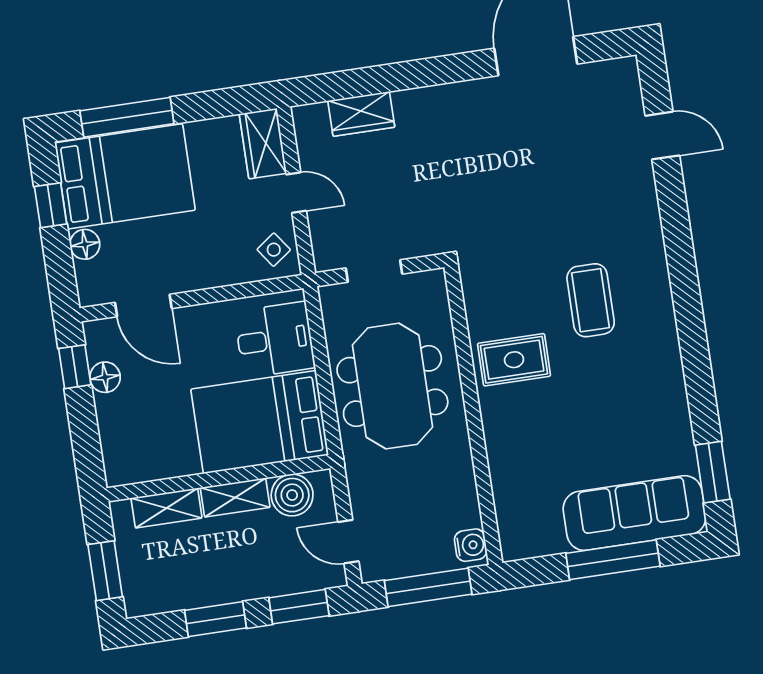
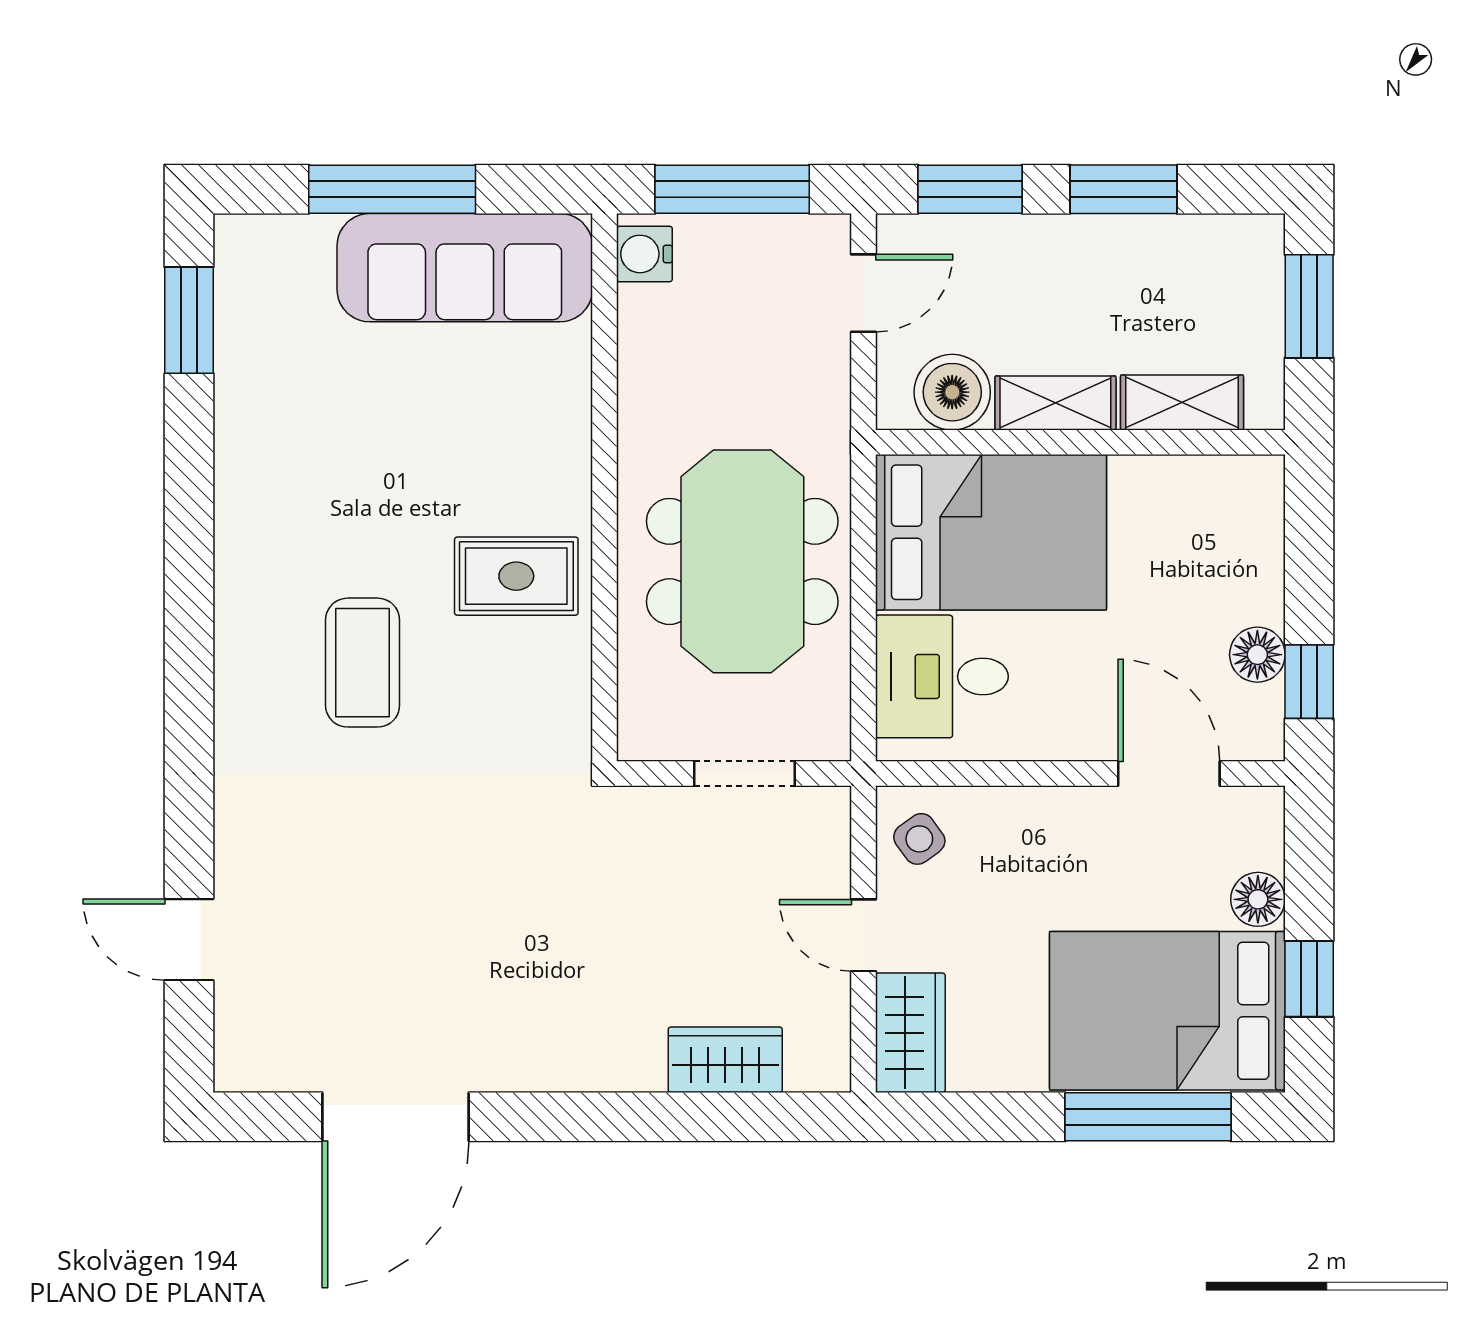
sofa: (634, 513) -> (465, 268), moved
door: (348, 542) -> (863, 293), hinge flipped

